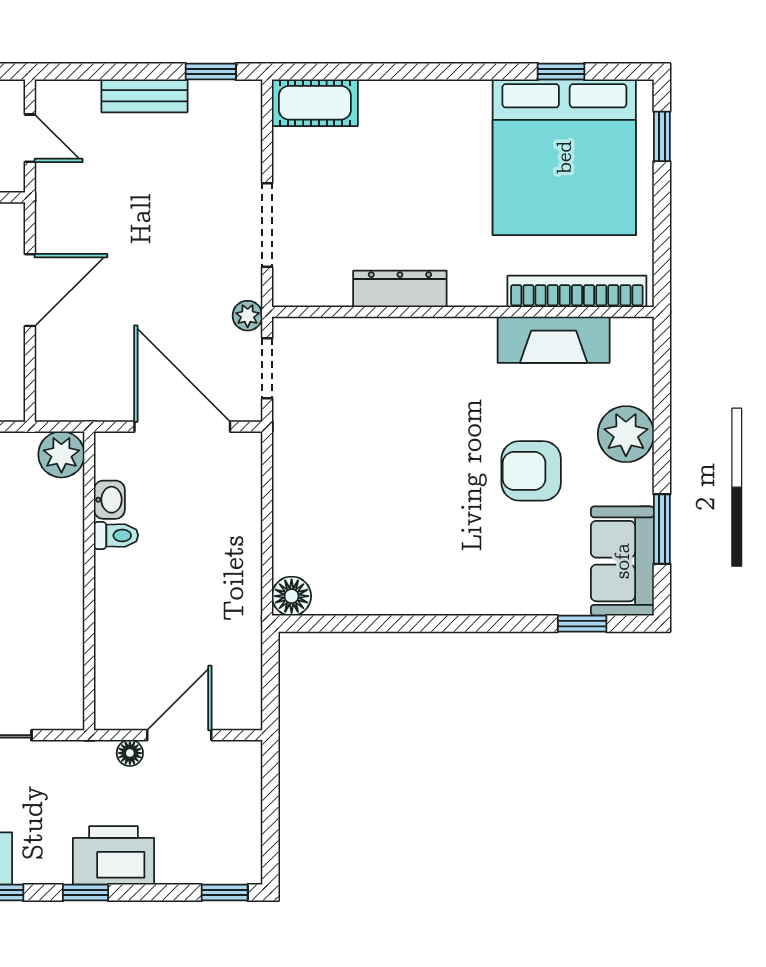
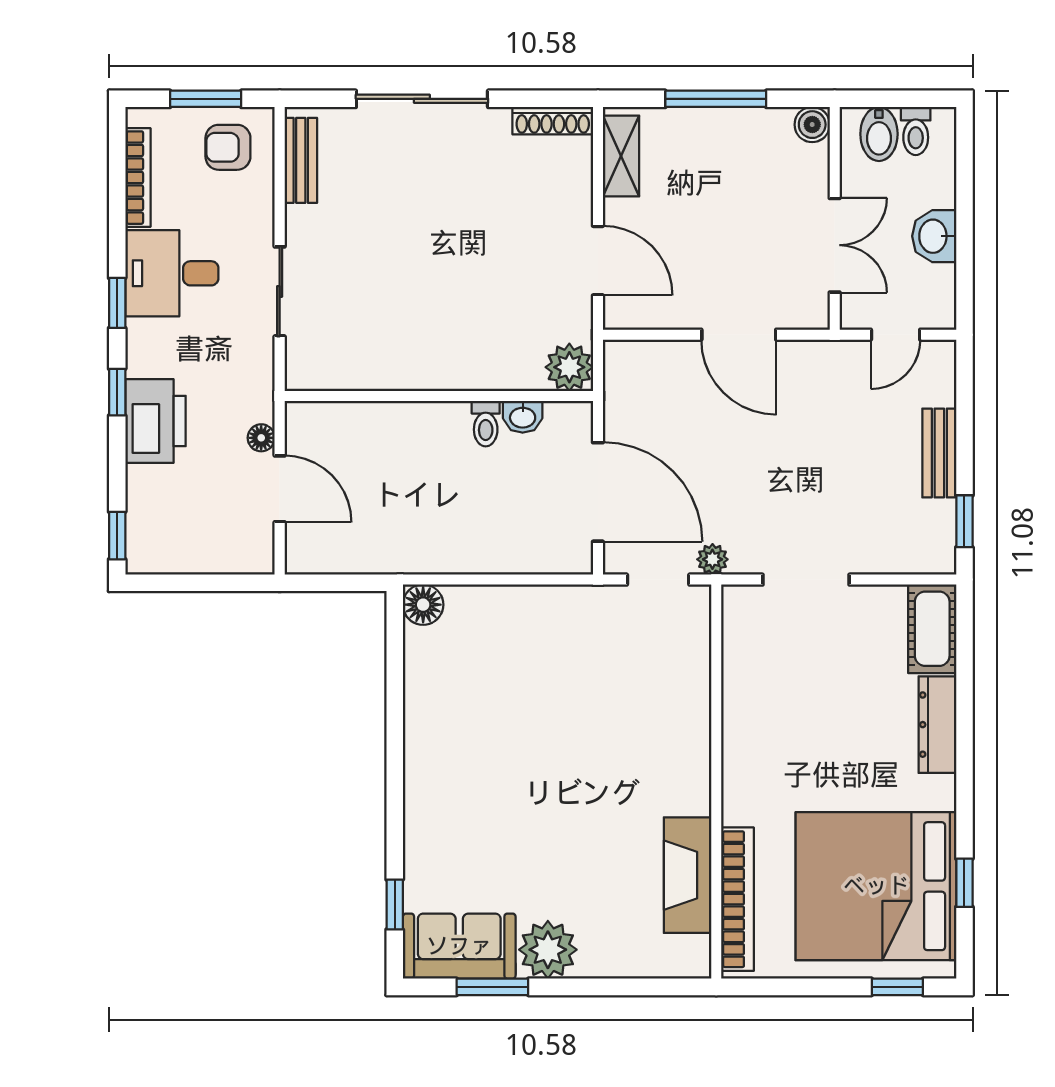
dresser: (400, 289) -> (937, 725), moved, turned 180
door: (182, 427) -> (598, 492), hinge flipped
plant: (626, 434) -> (548, 950), moved
armchair: (531, 471) -> (552, 852), removed

